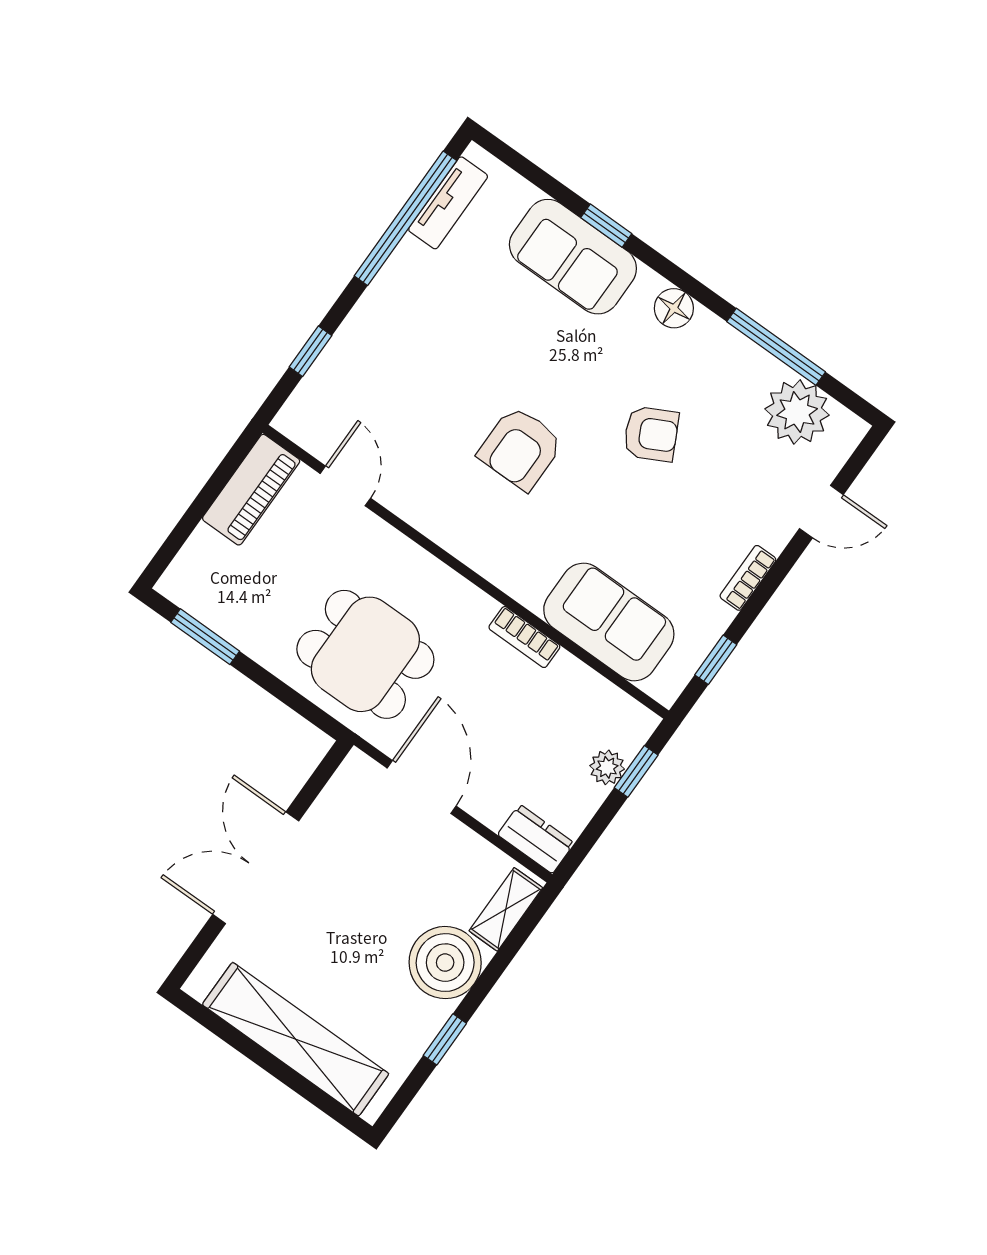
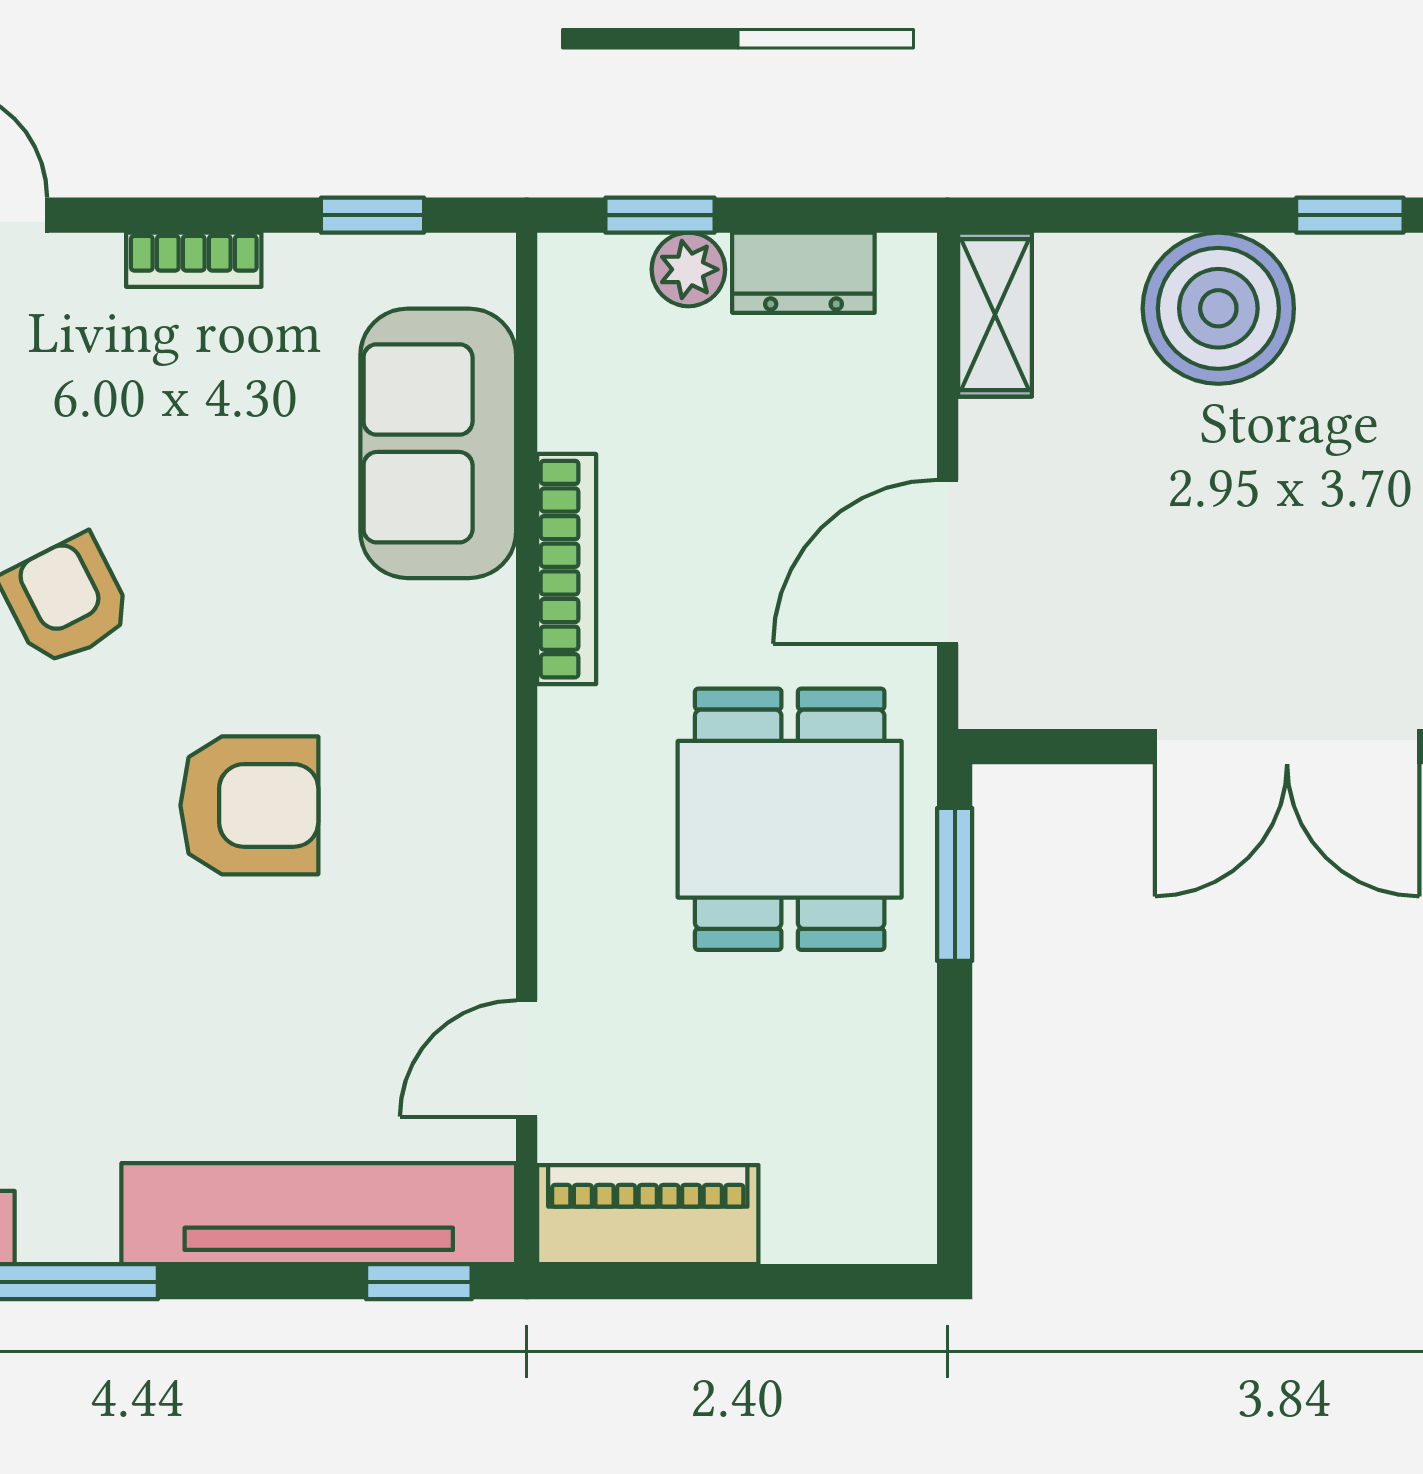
window: (311, 351) -> (419, 1282), moved
tv unit: (343, 362) -> (319, 1214), added
window: (205, 637) -> (955, 884), moved
bookcase: (524, 637) -> (567, 569), width x1.56
dresser: (536, 839) -> (803, 273), moved, turned -90
shelving: (506, 909) -> (995, 315), moved, turned 90

